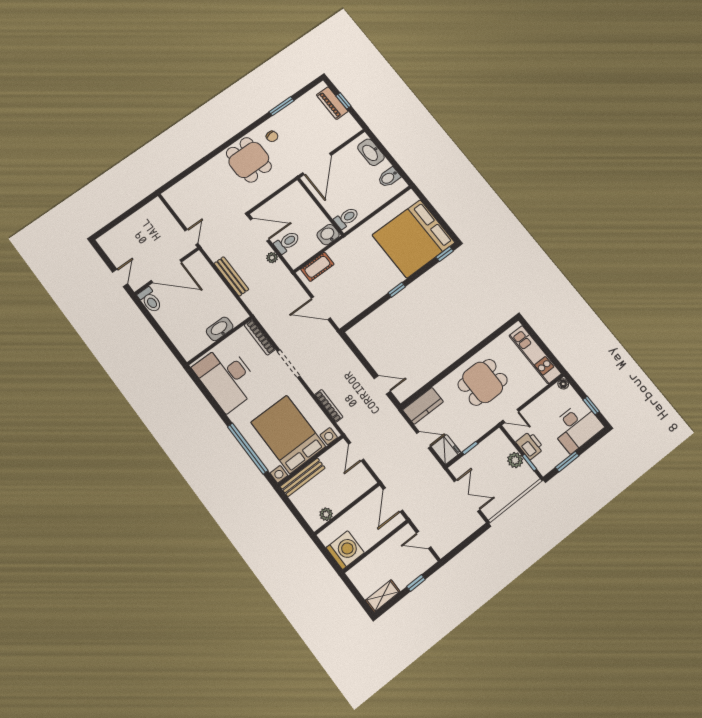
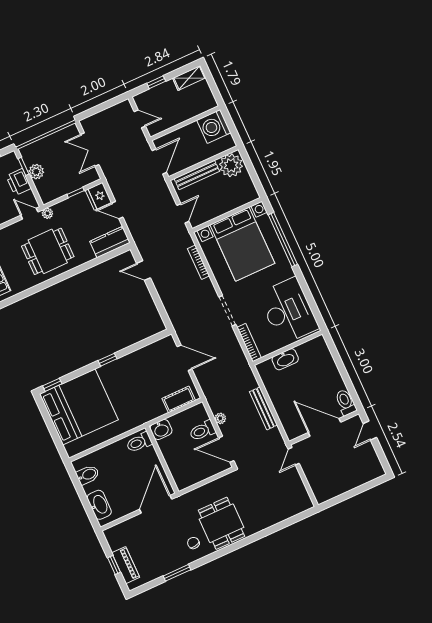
plant: (493, 420) -> (47, 213), added
bench: (303, 477) -> (197, 175), moved
plant: (326, 514) -> (231, 165), width x1.88, depth x1.88

